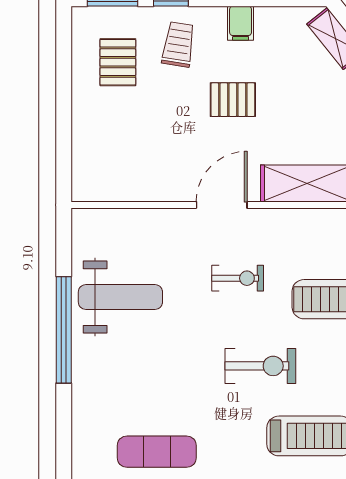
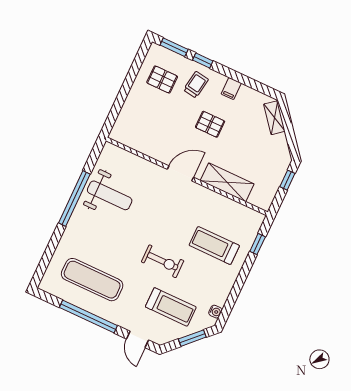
pallet: (118, 62) -> (162, 80), turned 90
exercise bike: (238, 278) -> (171, 213), removed
exercise mat: (157, 452) -> (92, 280), width x1.36, depth x1.45

